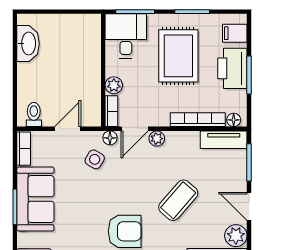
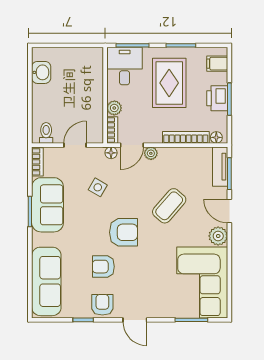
washbasin: (28, 44) -> (41, 72), width x0.72
printer: (232, 68) -> (217, 98), width x0.73, depth x0.84
tv unit: (224, 140) -> (220, 167), moved, turned 90
side table: (95, 159) -> (98, 187), moved

